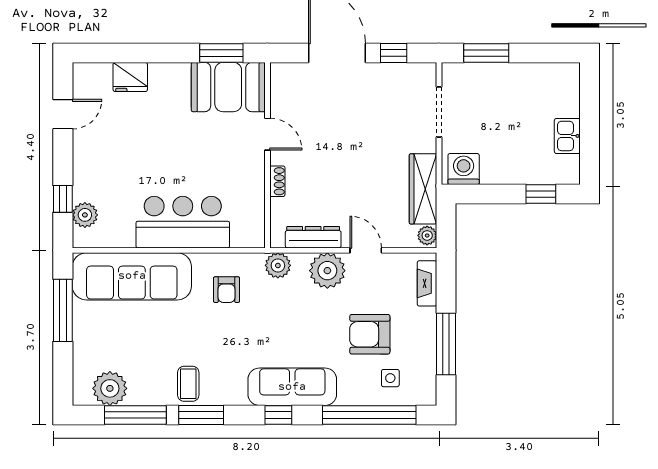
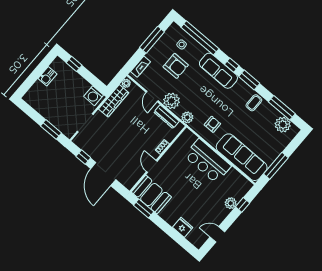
plant: (85, 215) -> (231, 203), moved
window: (201, 415) -> (249, 80), moved

